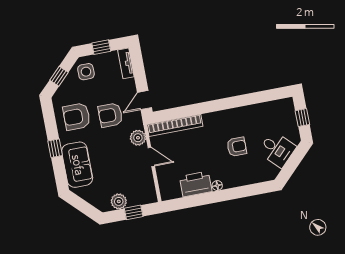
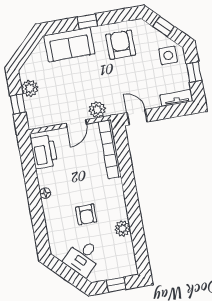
plant: (249, 112) -> (122, 228), added
armchair: (110, 115) -> (122, 81), removed
printer: (196, 184) -> (44, 152), moved

